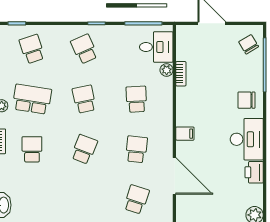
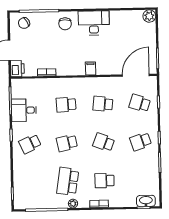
desk: (156, 47) -> (24, 110), moved, turned -90
school desk: (32, 49) -> (141, 141), moved
plant: (167, 70) -> (44, 83), removed
printer: (254, 172) -> (17, 69), moved, turned -90
door: (174, 176) -> (136, 75), moved

